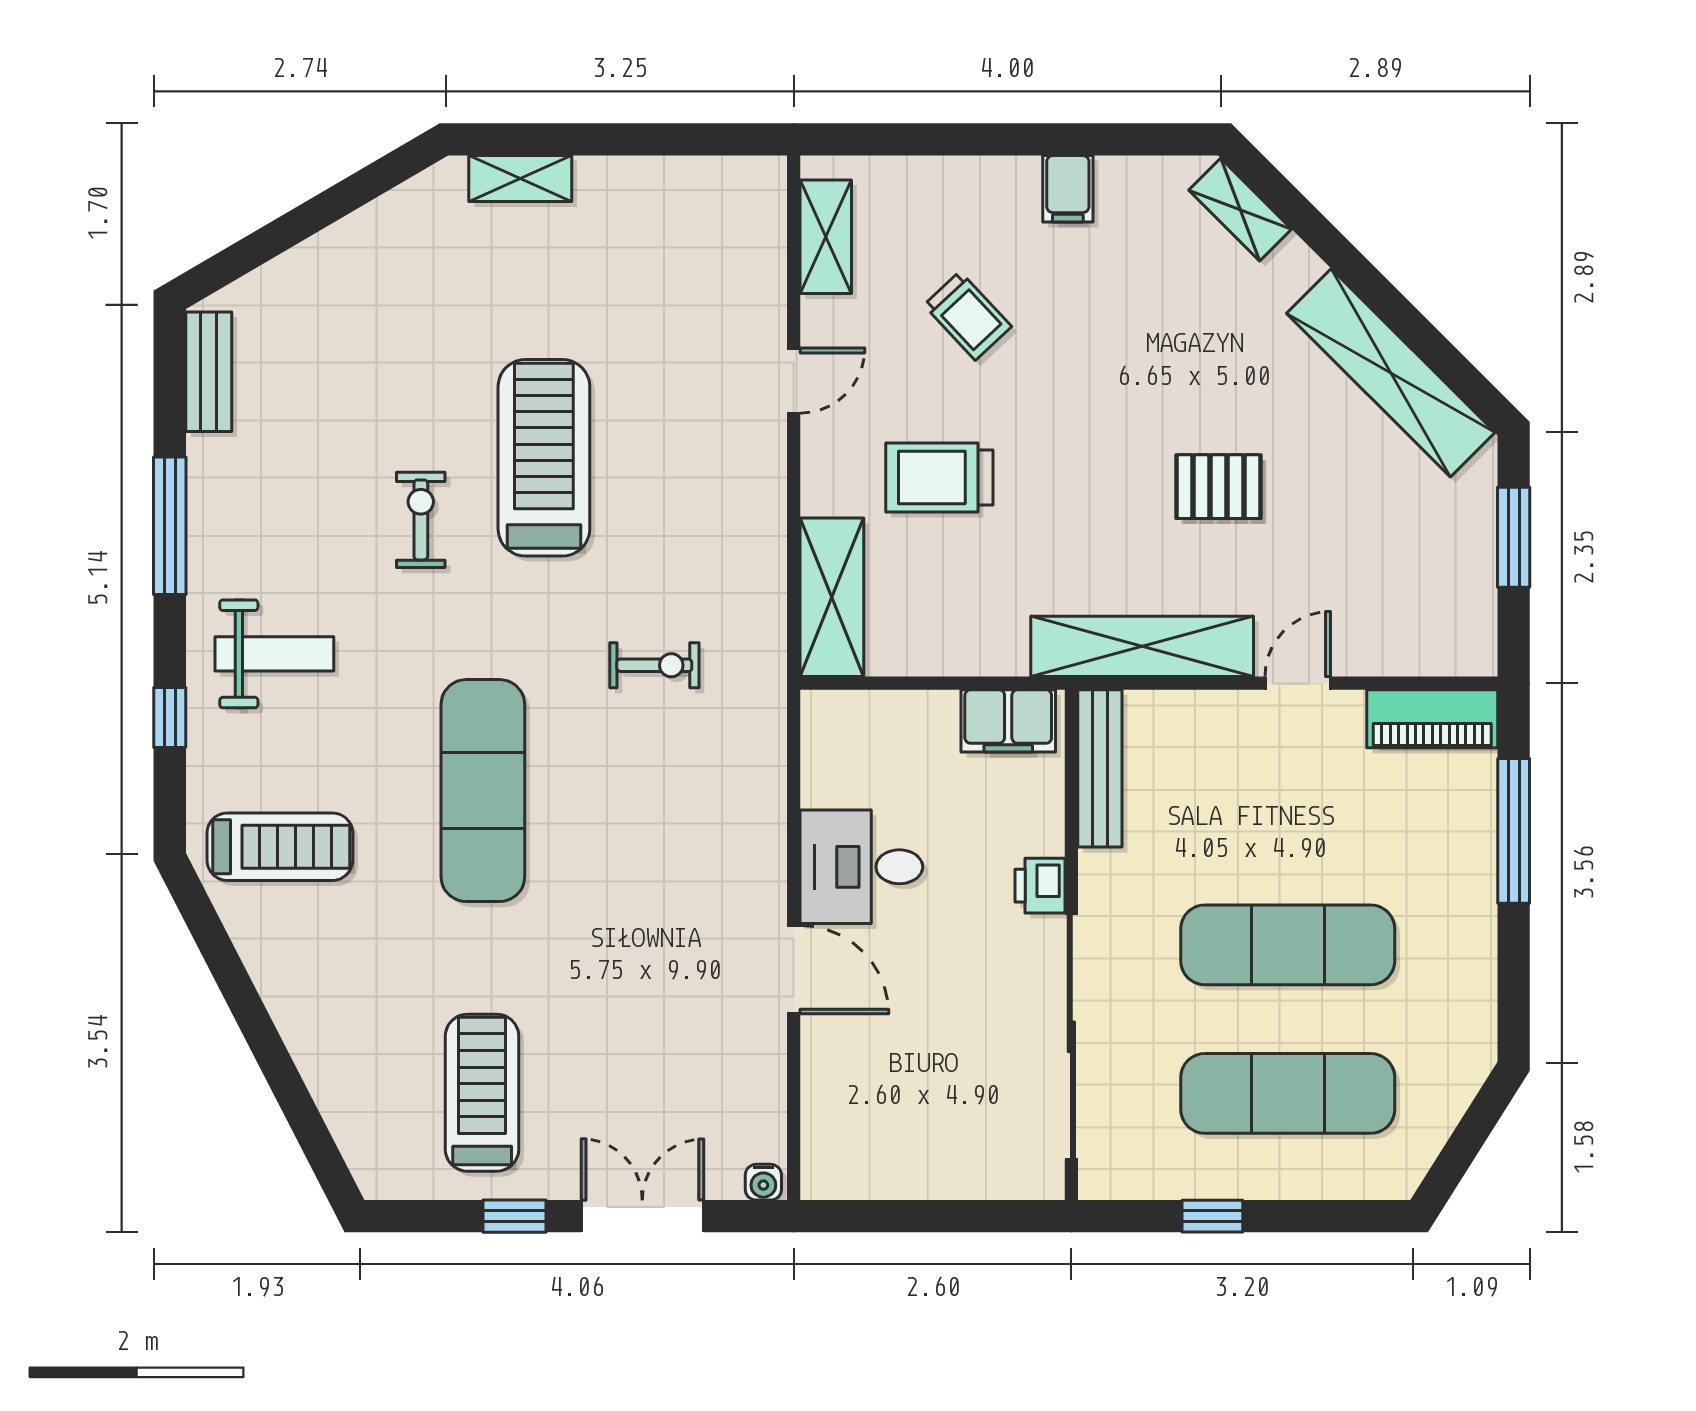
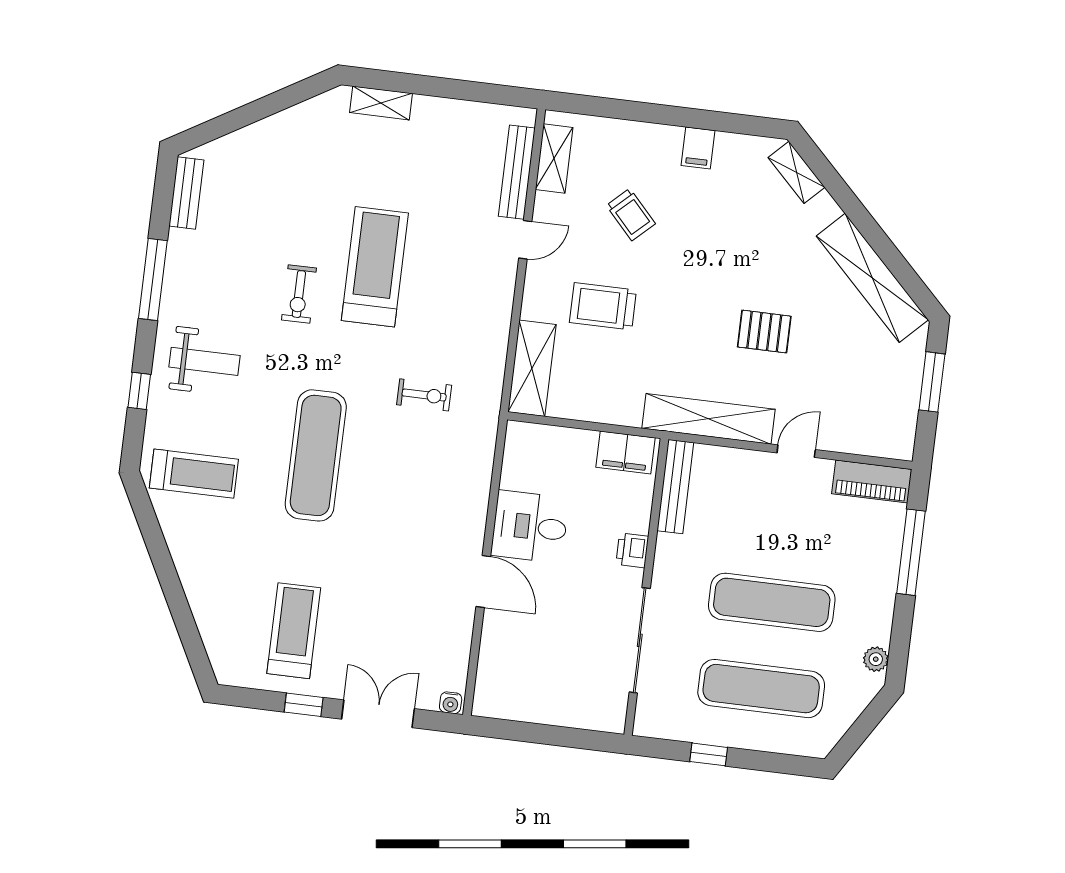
bench: (765, 268) -> (517, 172), added
exercise bike: (421, 520) -> (299, 294), turned 180
plant: (1476, 1020) -> (876, 659), added
sliding door: (1071, 1037) -> (640, 640), width x0.73

